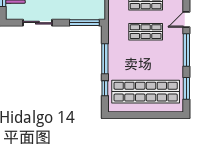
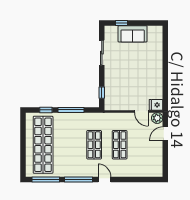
window: (84, 23) -> (102, 93), width x0.46
window: (186, 88) -> (46, 180), width x1.44

